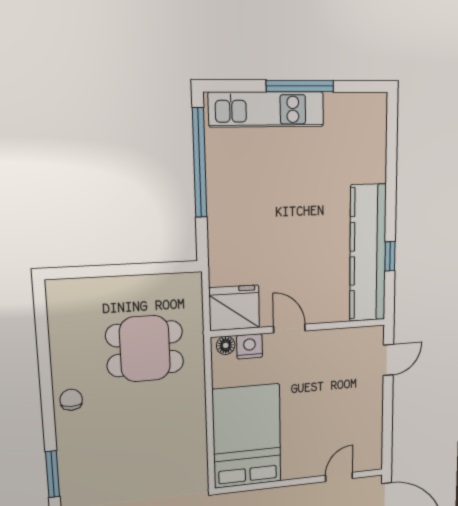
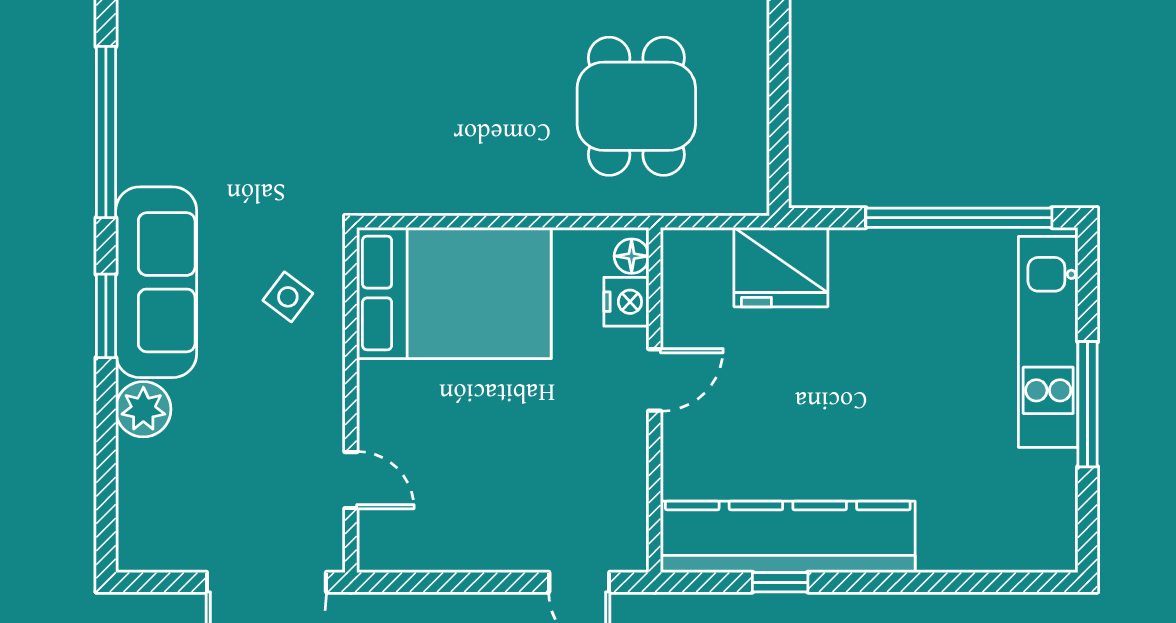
fridge: (234, 308) -> (781, 267), moved, turned 90

